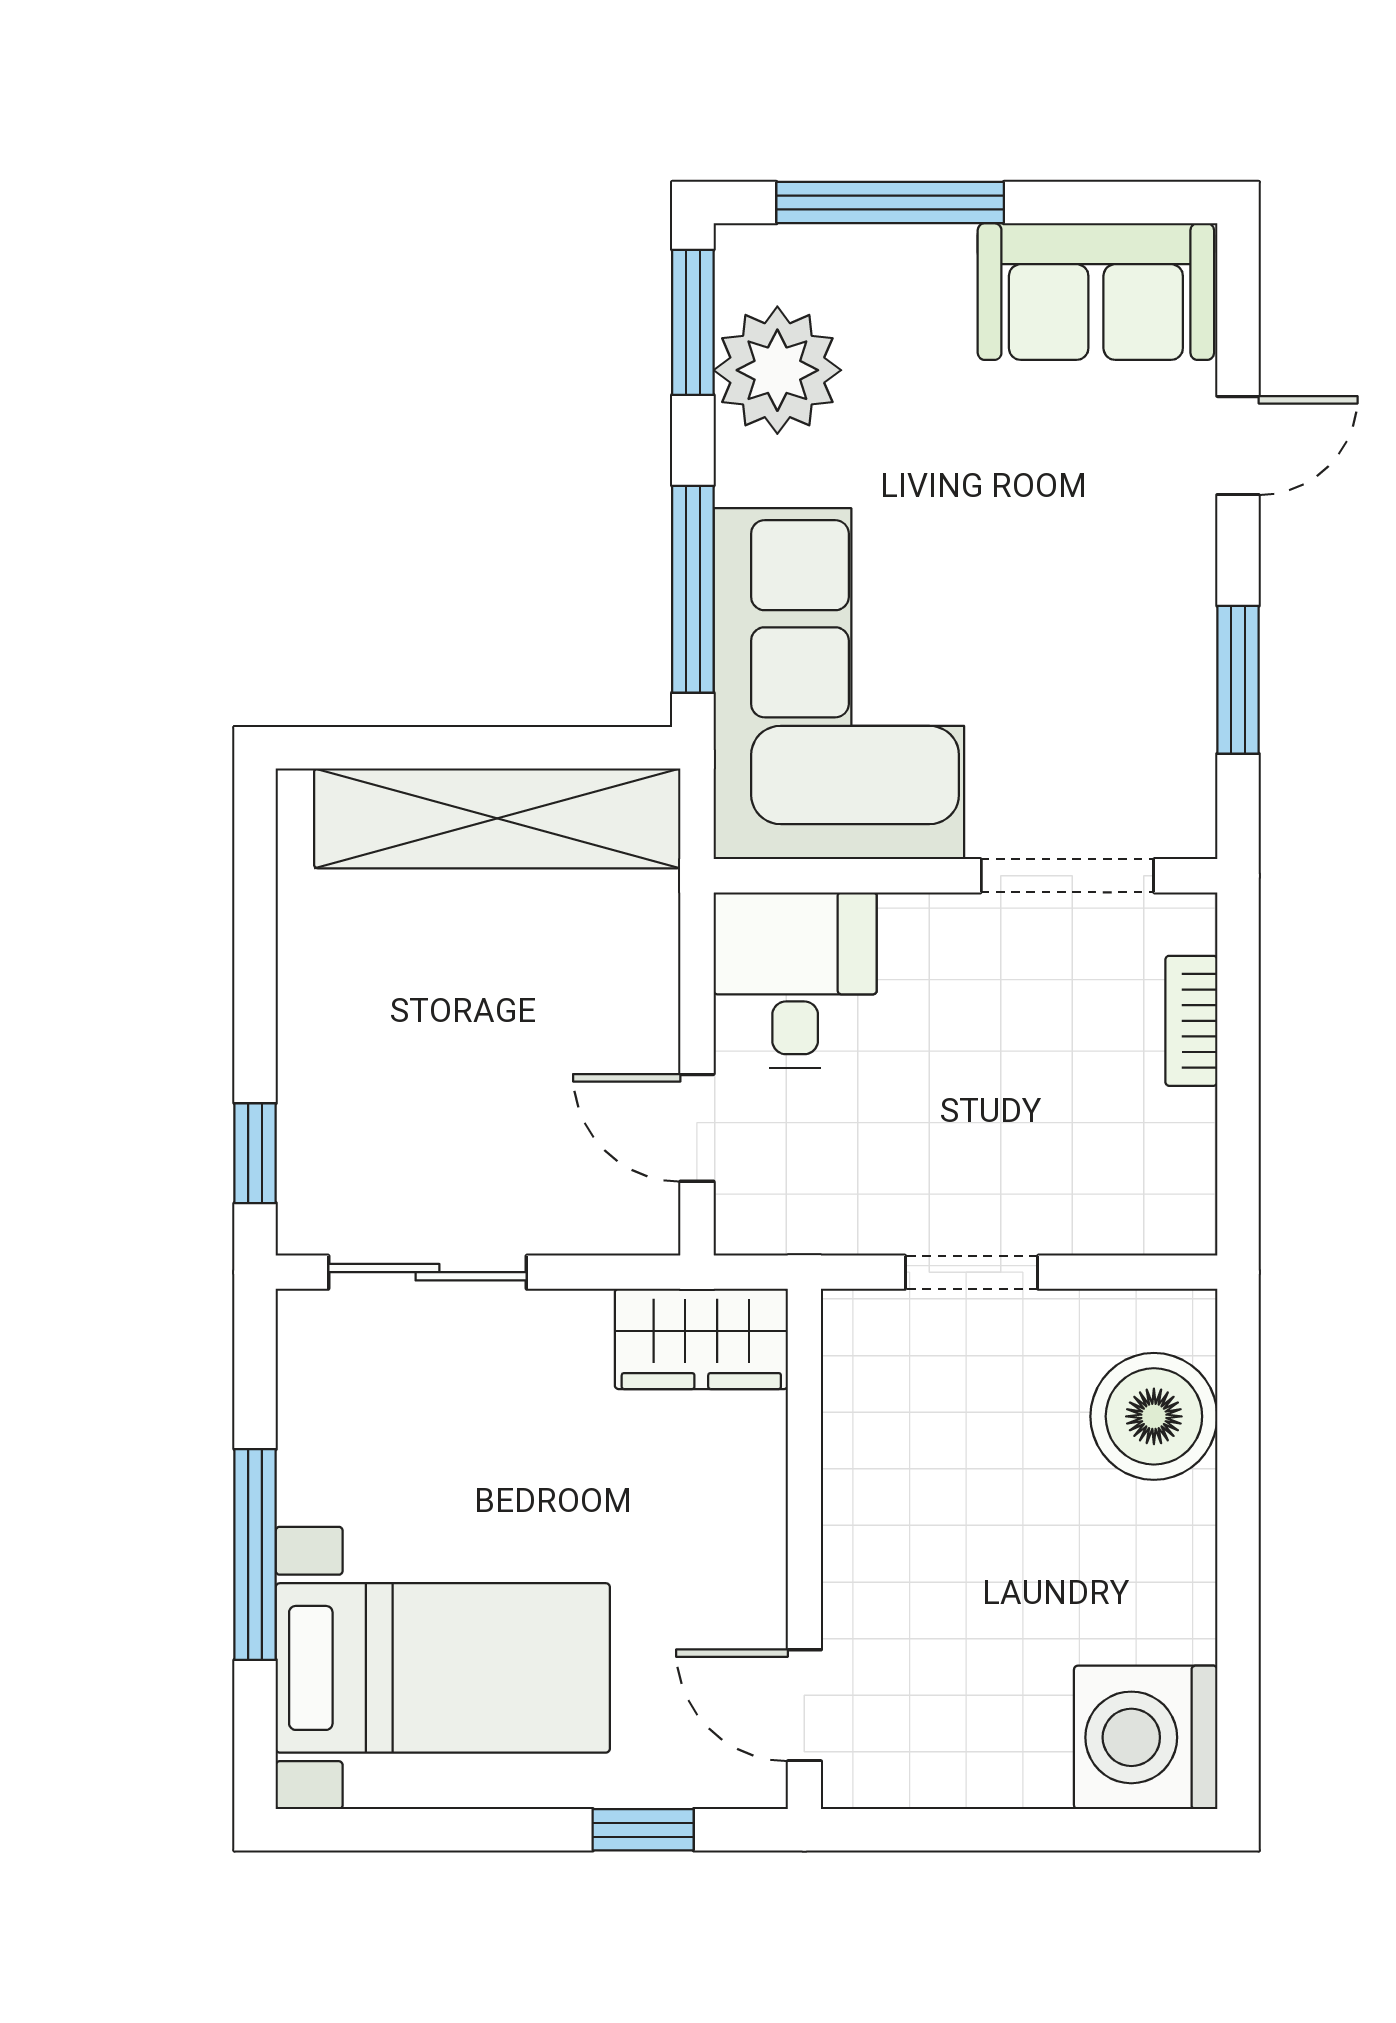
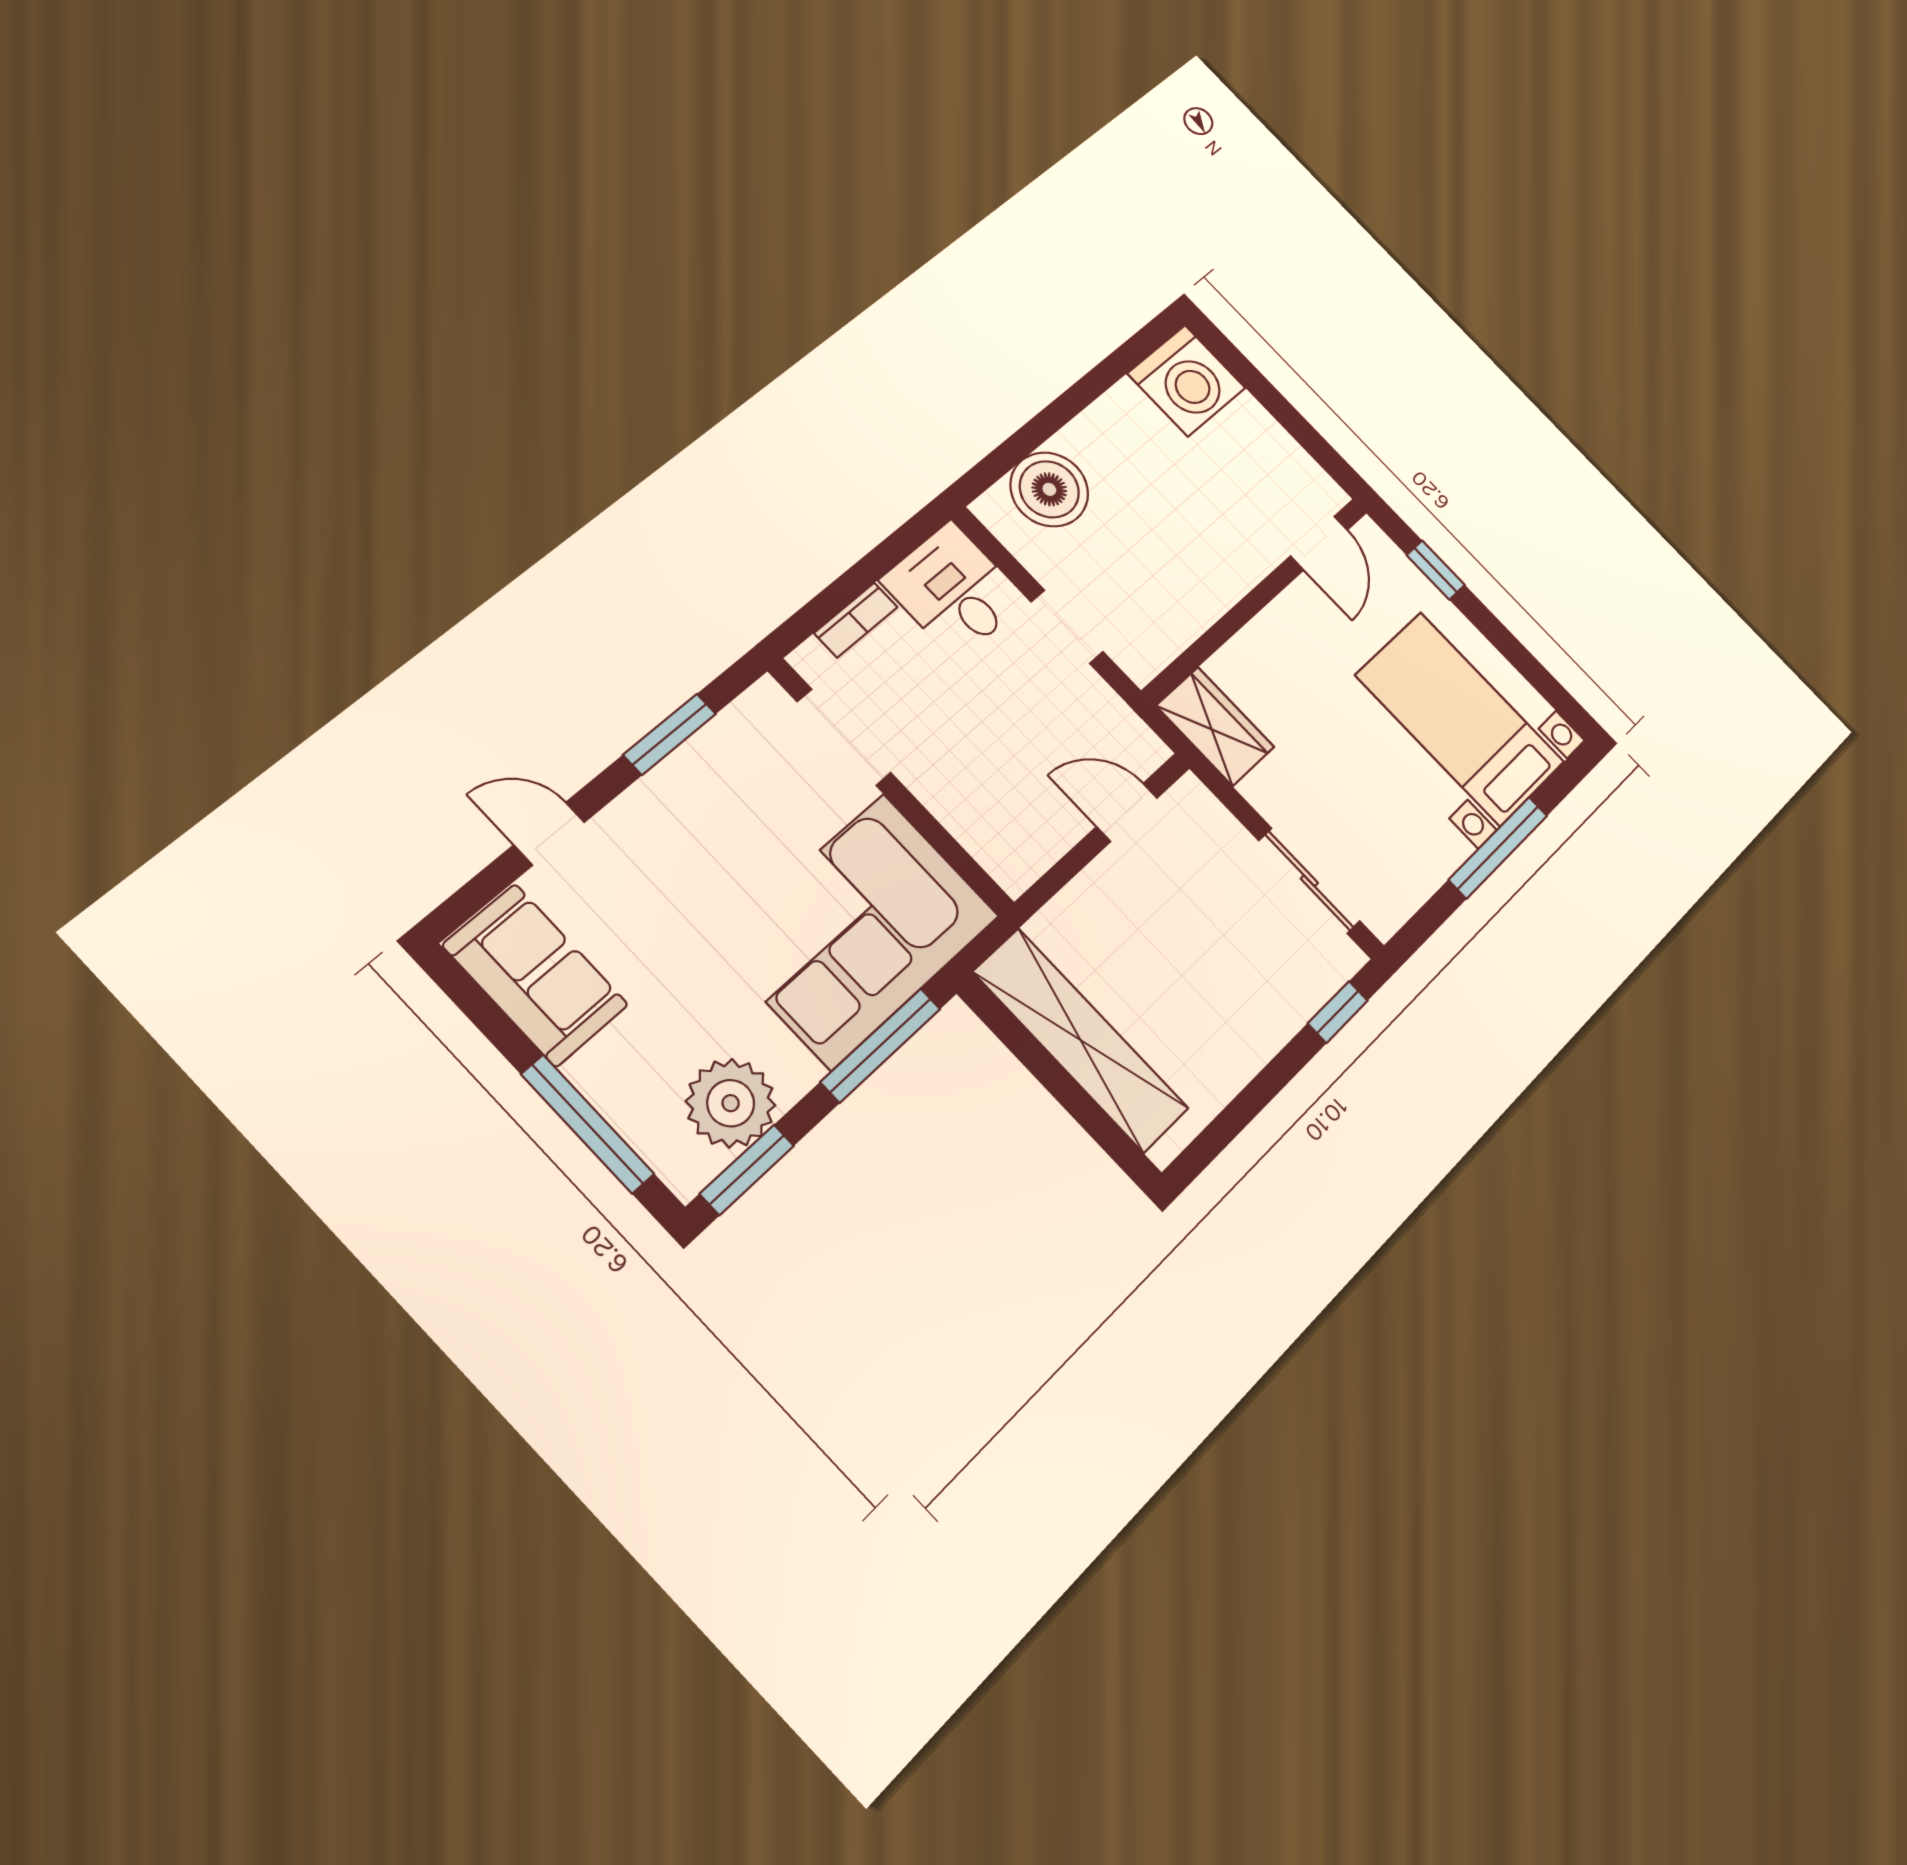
desk: (795, 980) -> (954, 590), moved, turned 90
door: (697, 1128) -> (1127, 812), swing flipped

